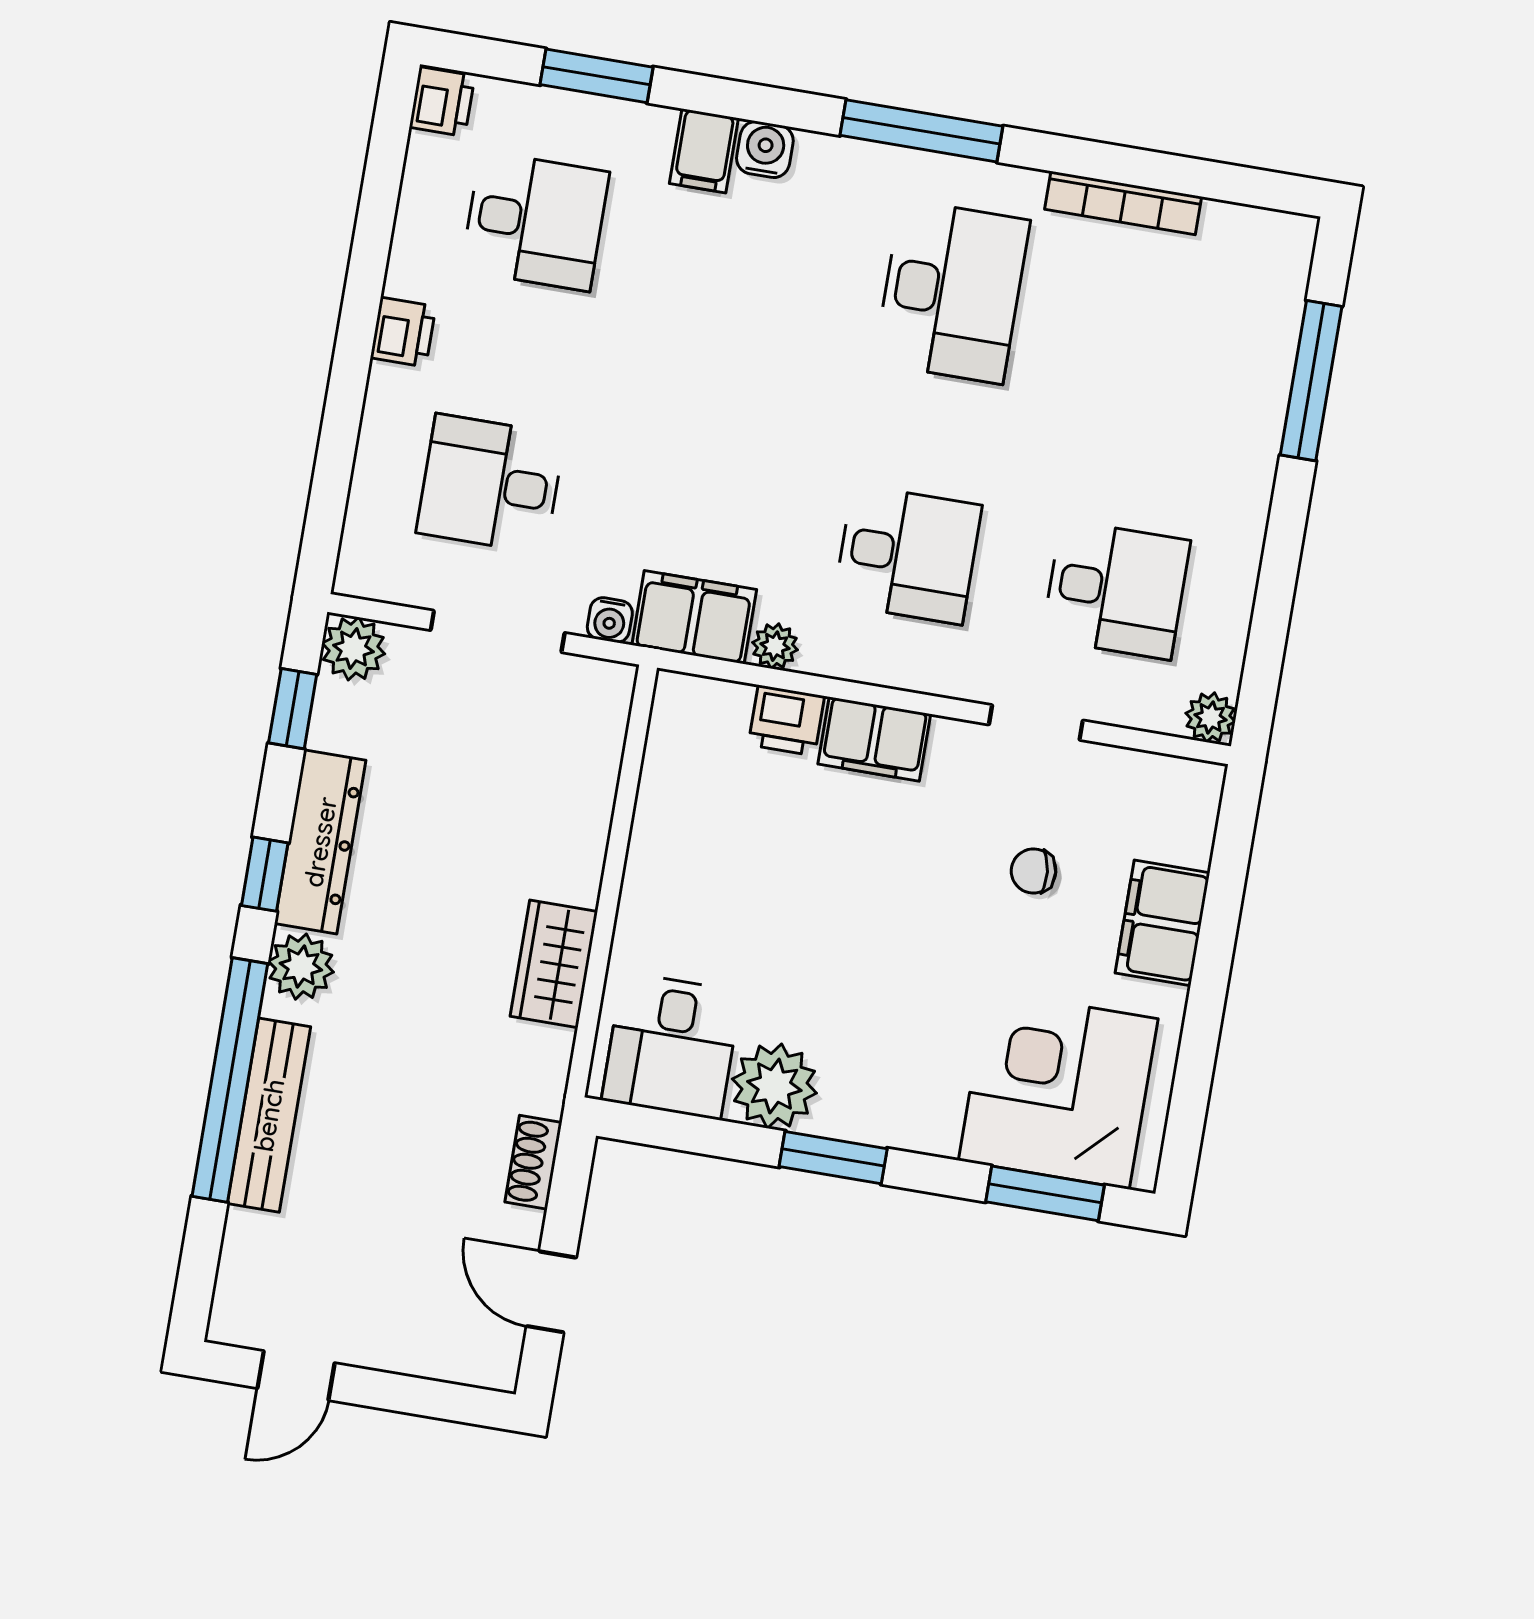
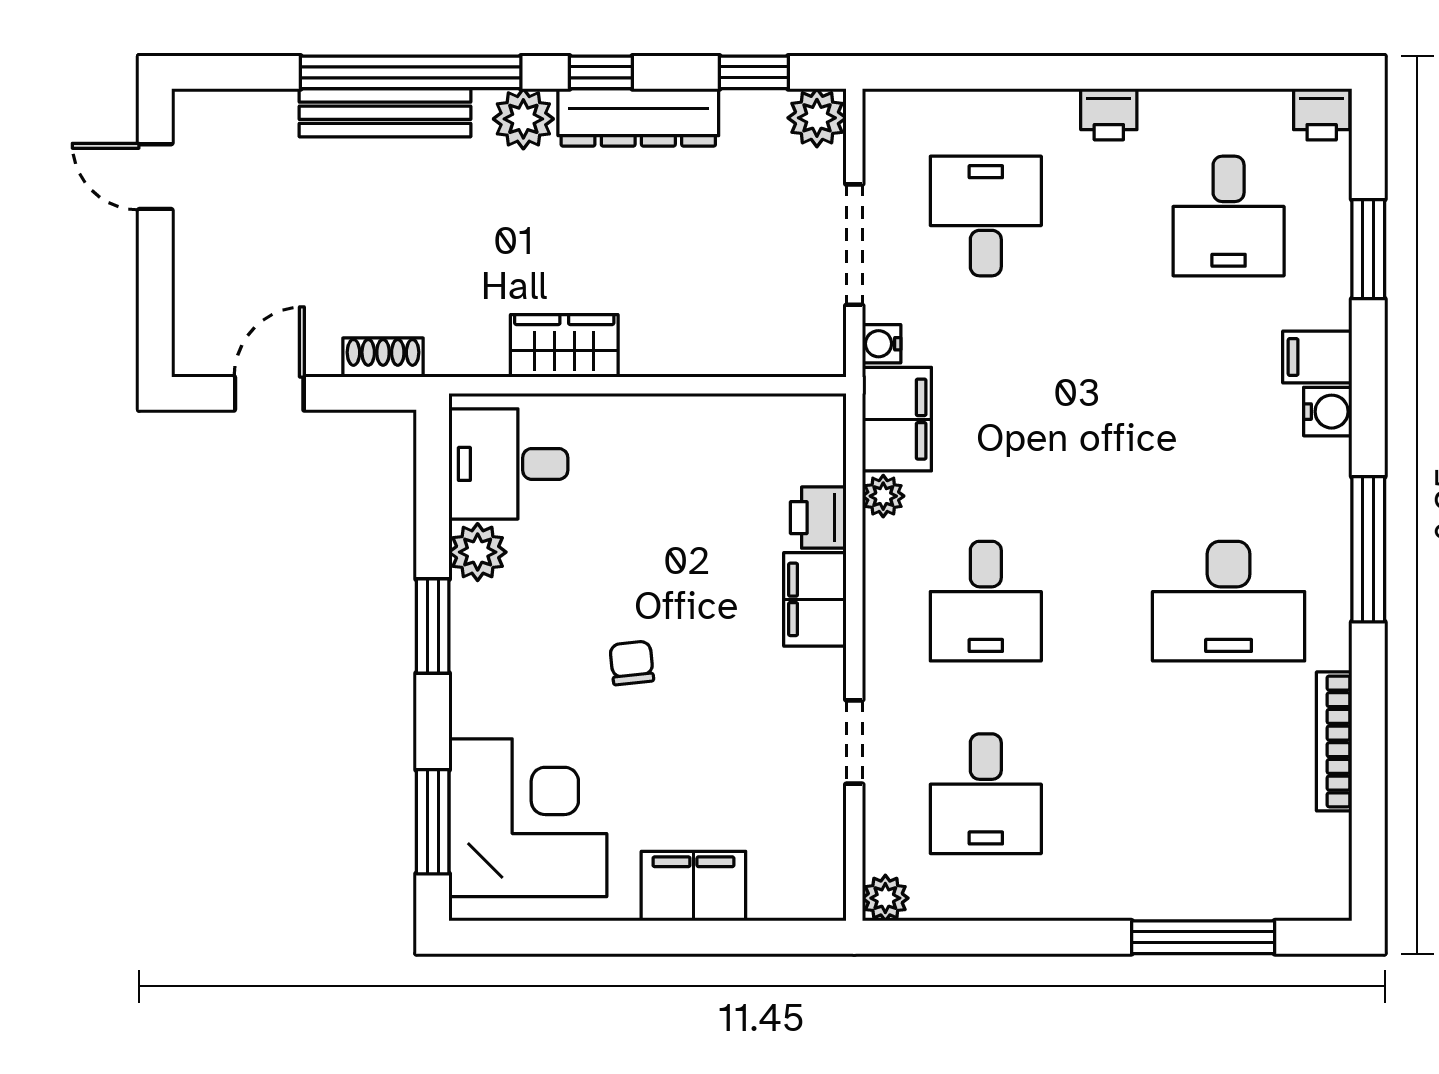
chair: (1034, 871) -> (632, 663), moved
plant: (774, 1086) -> (478, 552), width x0.73, depth x0.73

